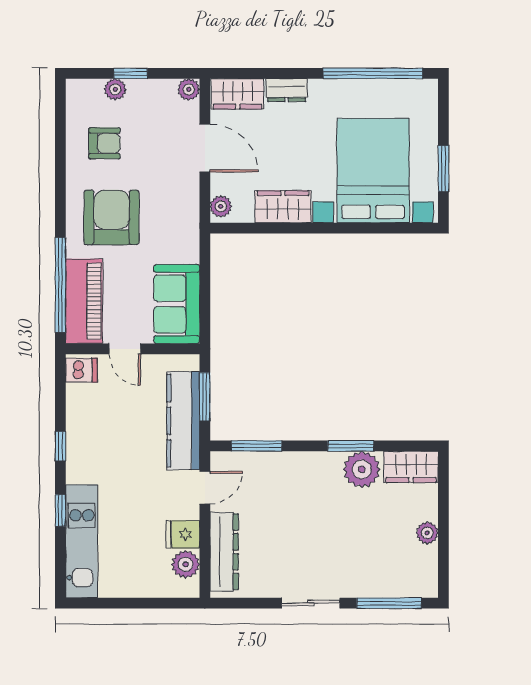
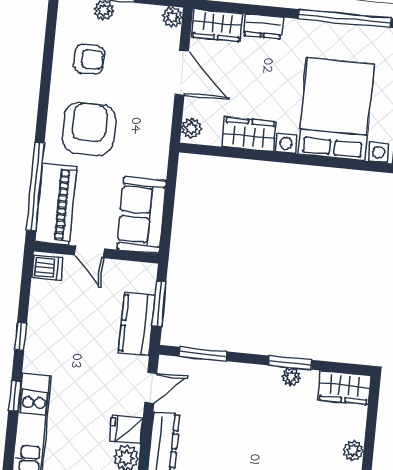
kitchen counter: (183, 421) -> (137, 324), width x0.67
plant: (362, 469) -> (291, 377), width x0.53, depth x0.53

